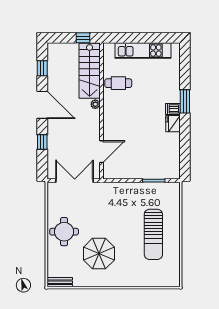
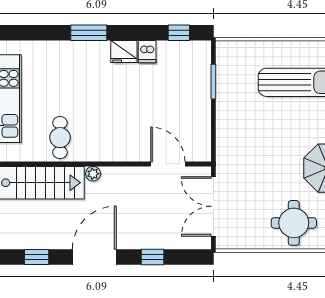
dishwasher: (173, 109) -> (147, 52), moved
window: (185, 159) -> (179, 33), added

